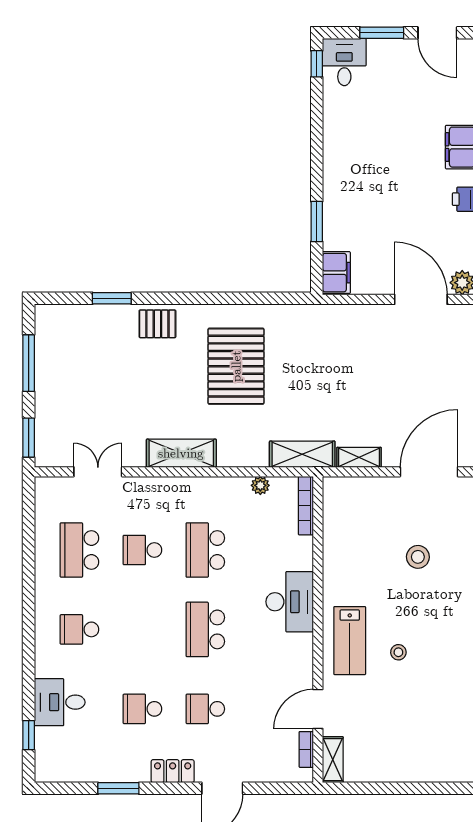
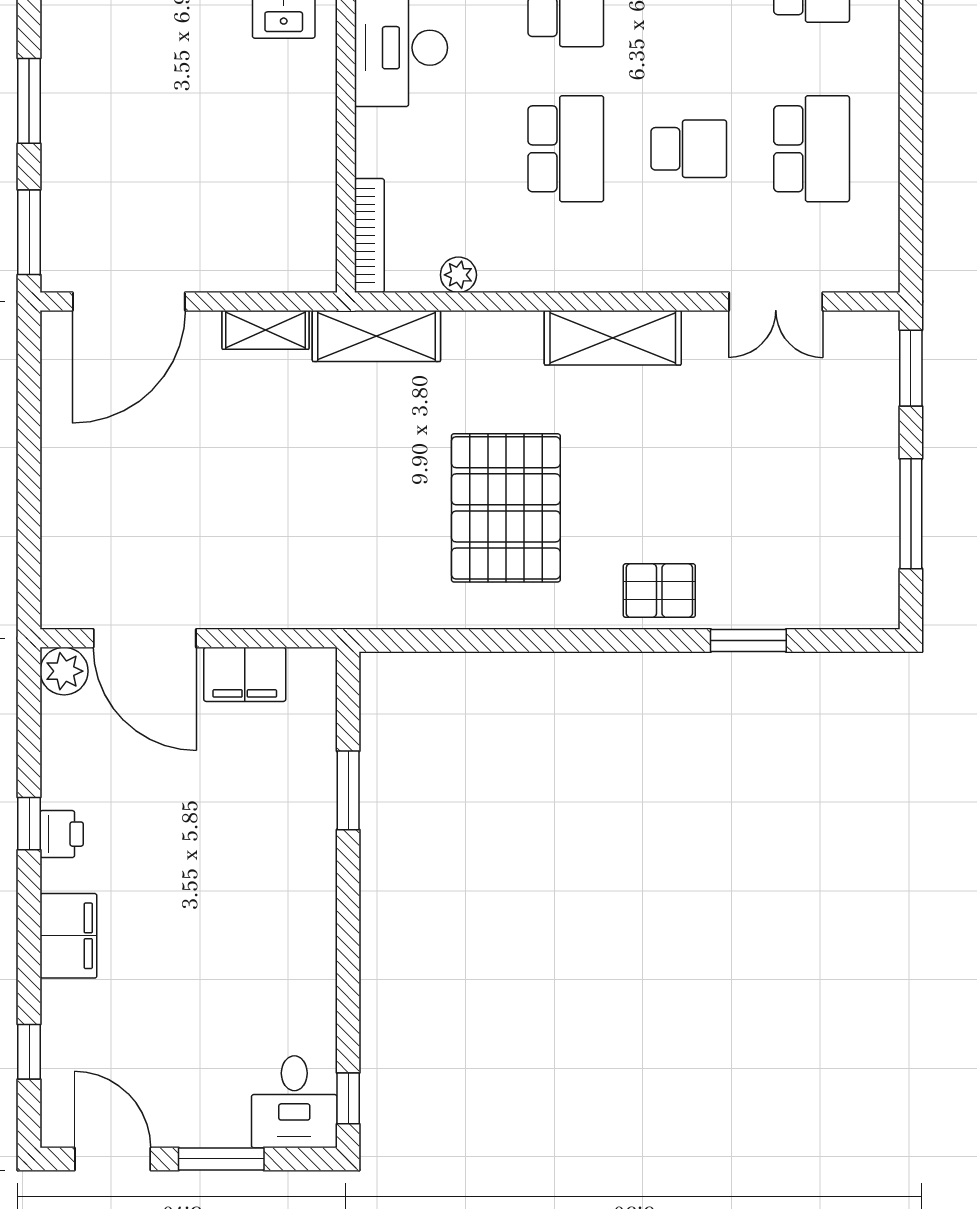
filing cabinet: (336, 273) -> (245, 674), moved, turned -90
stool: (418, 557) -> (151, 135), removed

